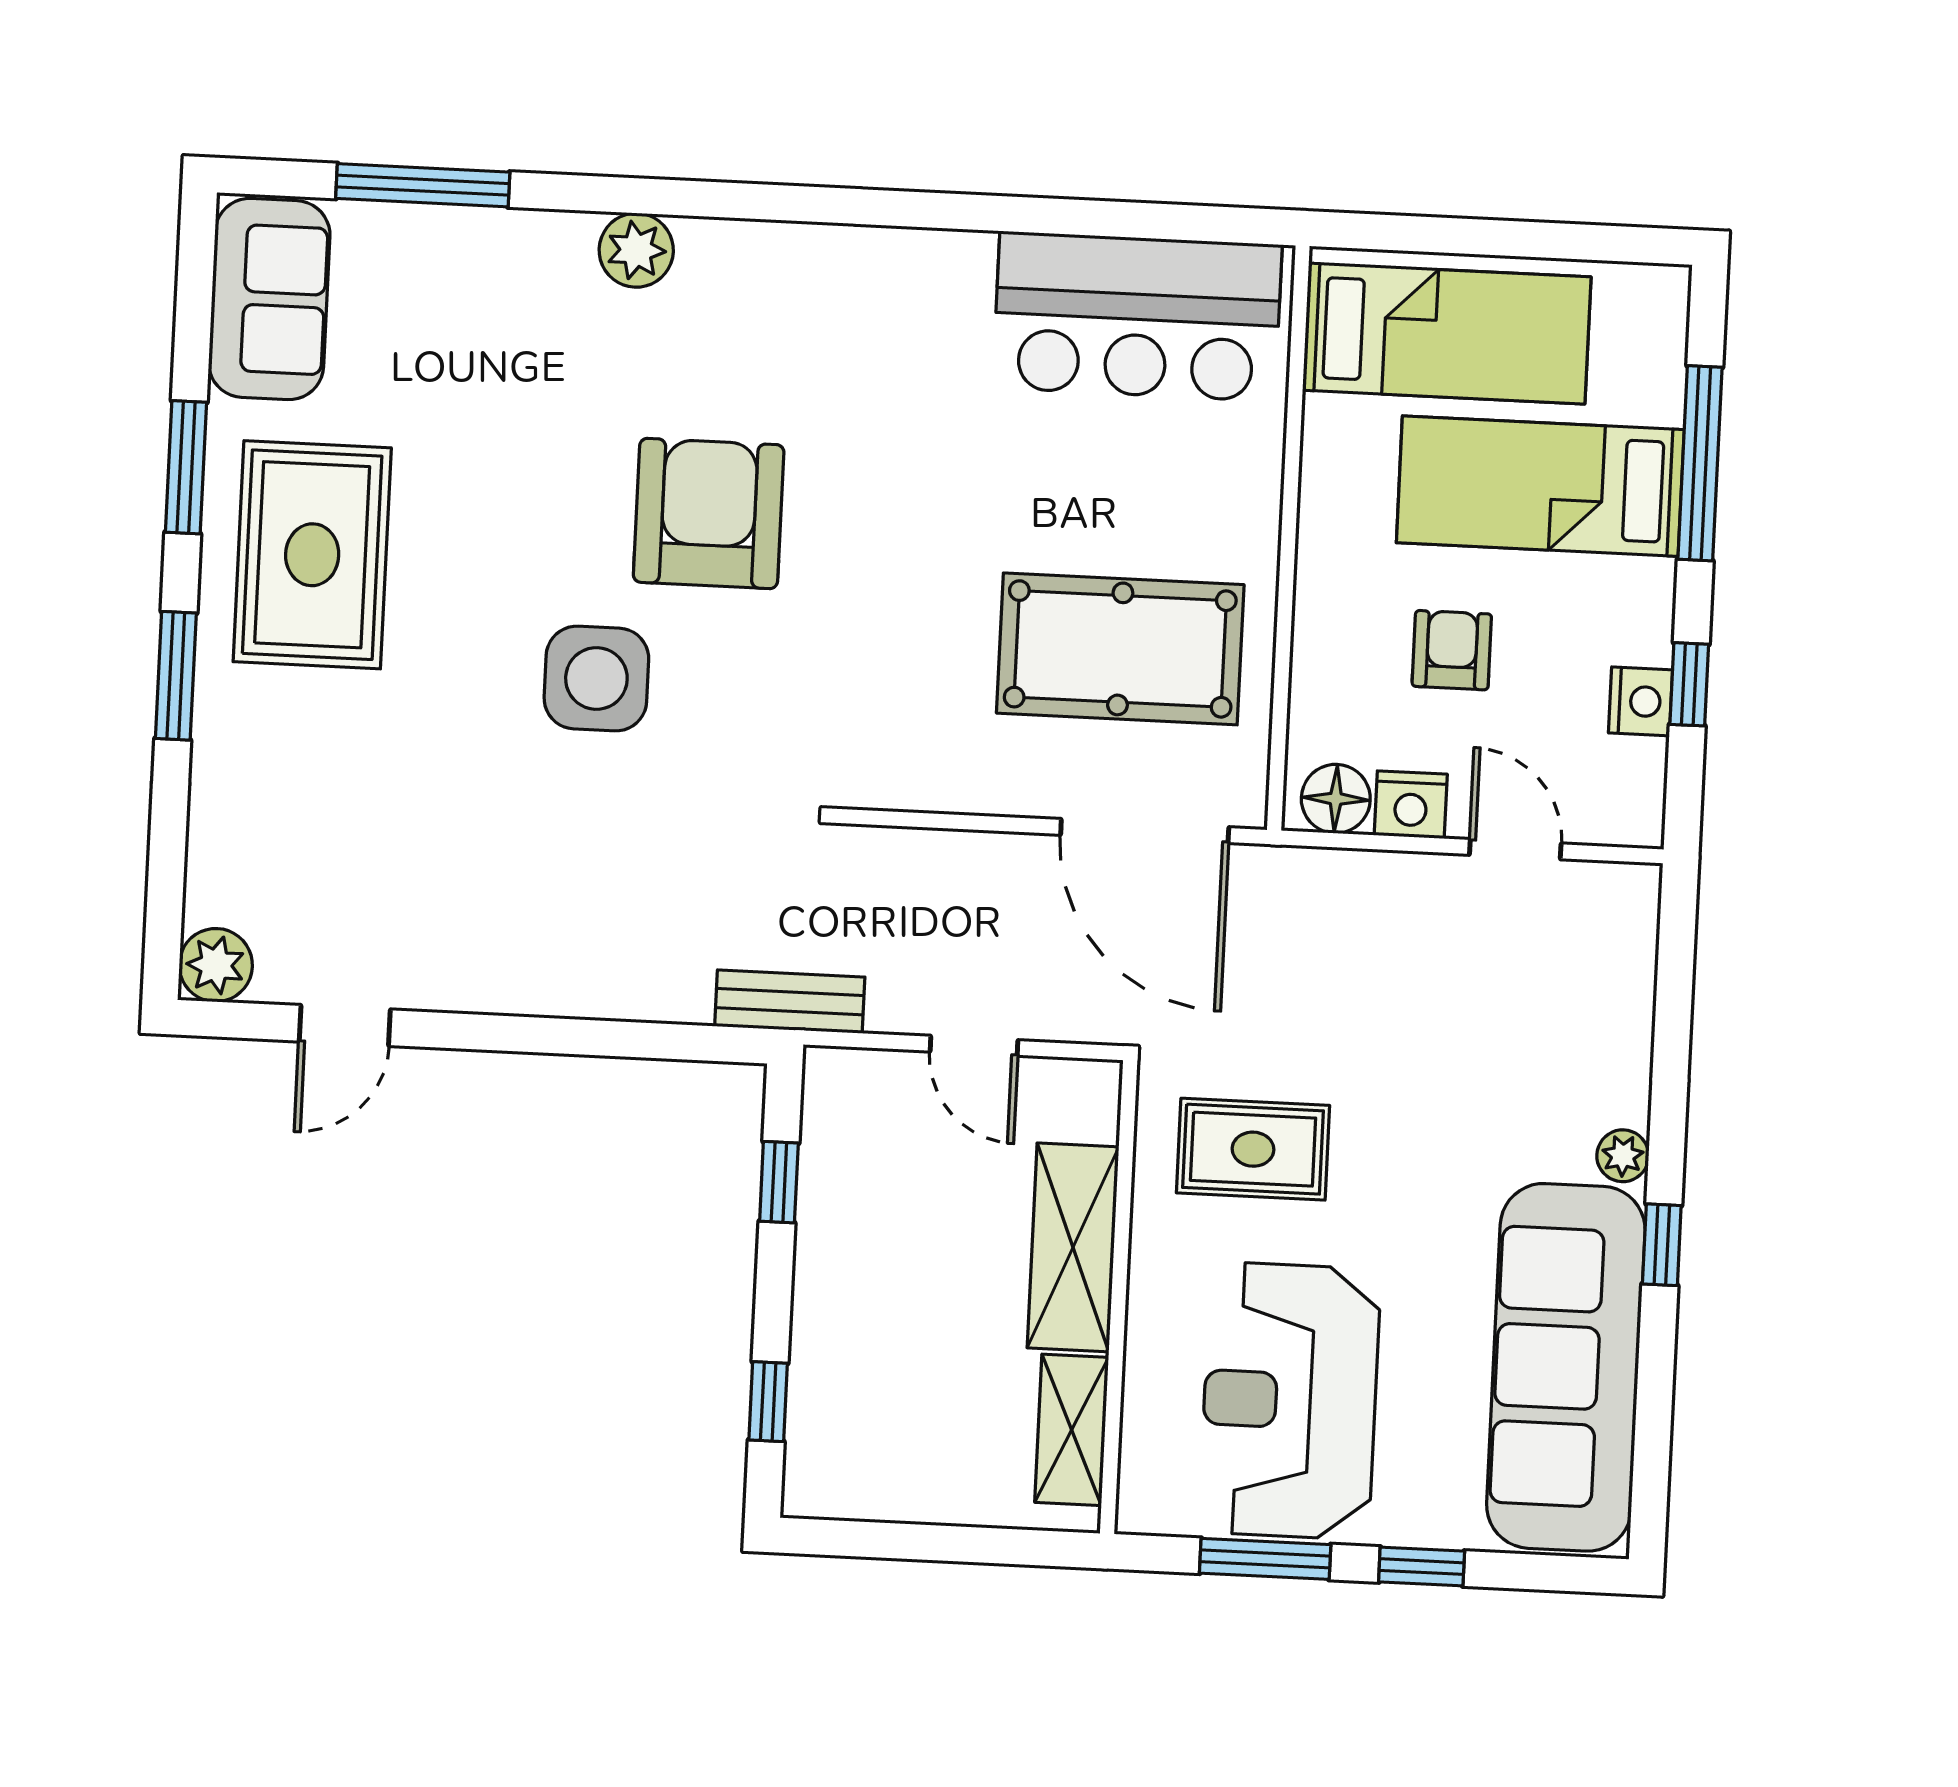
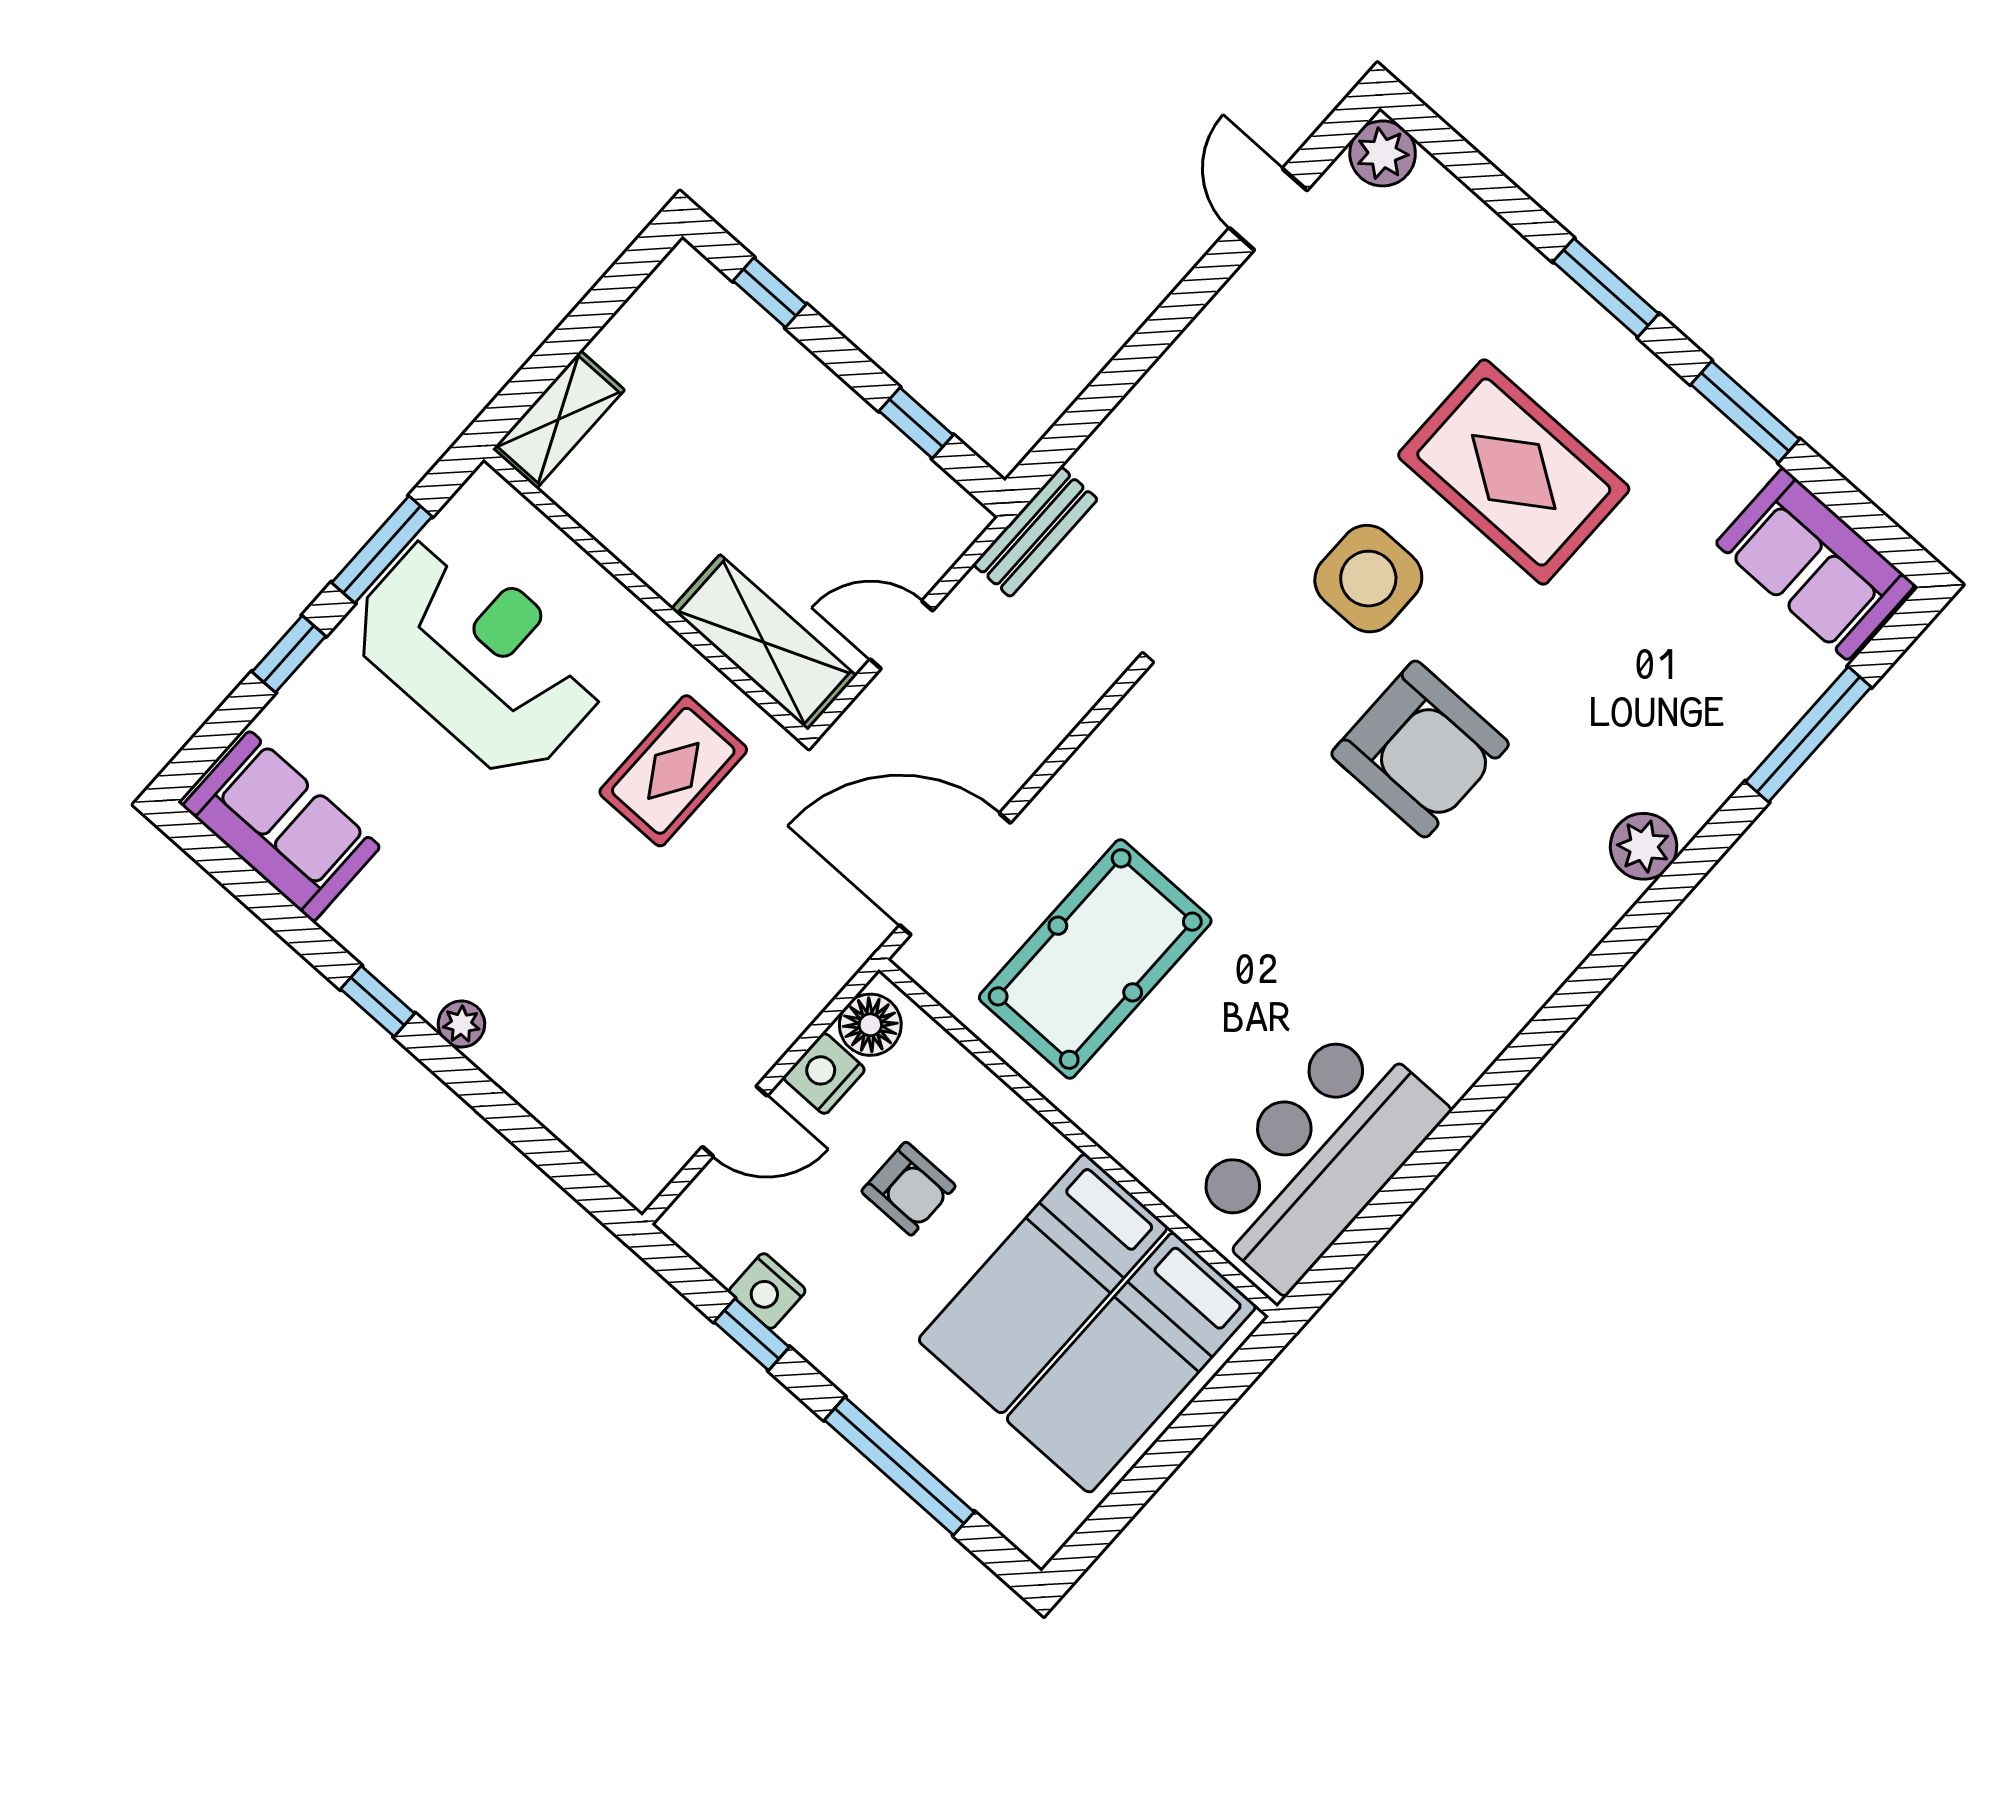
bed: (1540, 486) -> (1043, 1284), moved, turned 180
rug: (312, 555) -> (1514, 472), moved
shelving: (1073, 1247) -> (764, 642), moved
sofa: (1566, 1367) -> (281, 826), width x0.54, depth x0.79
shelving: (1072, 1430) -> (558, 420), moved, turned 90

